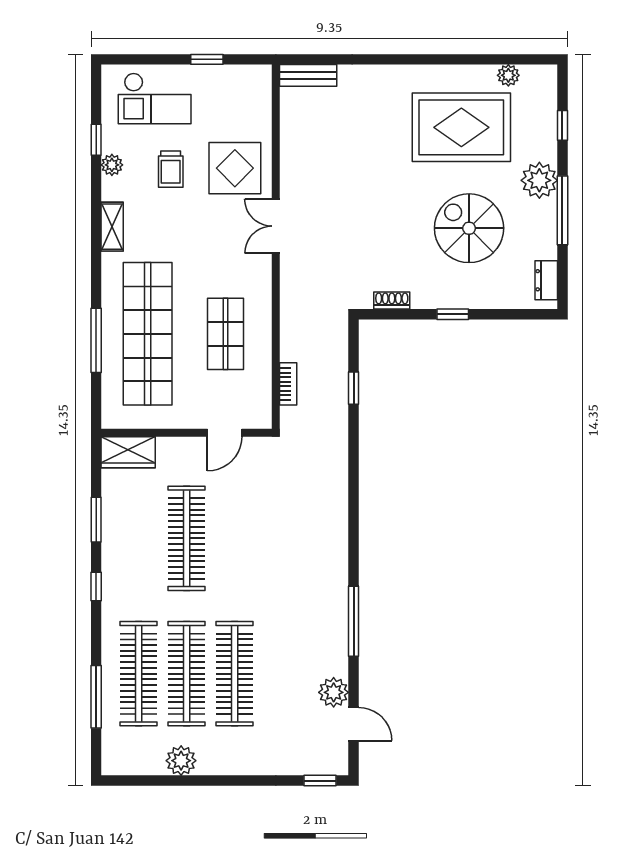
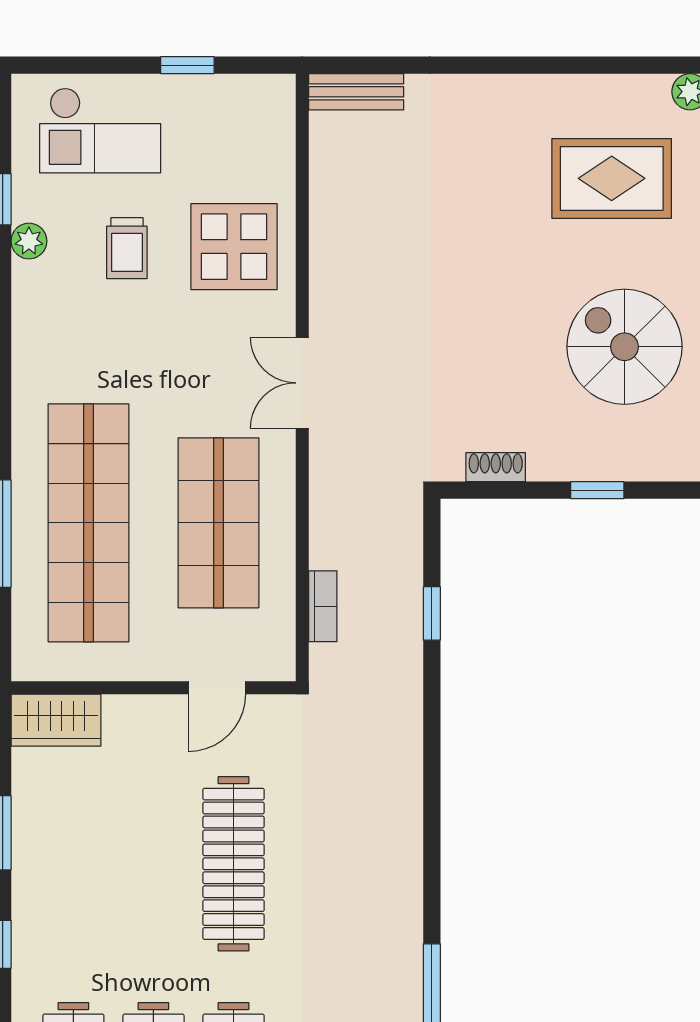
rug: (461, 127) -> (612, 178), width x0.73, depth x0.69
double door: (276, 226) -> (302, 383), moved
shelving: (112, 227) -> (29, 344), removed
shop shelf: (226, 334) -> (218, 523), width x1.43, depth x1.36
clothes rail: (187, 538) -> (234, 864), moved

